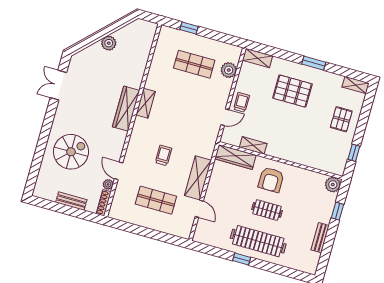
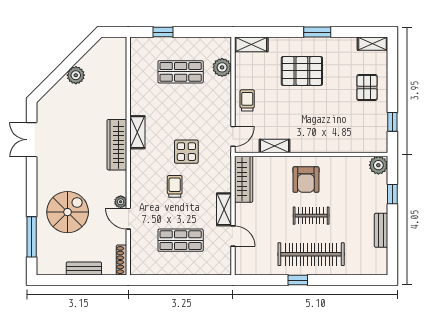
door: (225, 117) -> (233, 136), moved
display table: (181, 130) -> (186, 152), added
wardrobe: (235, 157) -> (244, 179), moved, turned -90
window: (36, 164) -> (32, 237), added
shelving: (198, 178) -> (224, 209), width x0.67, depth x0.75
plant: (108, 184) -> (121, 202), moved

